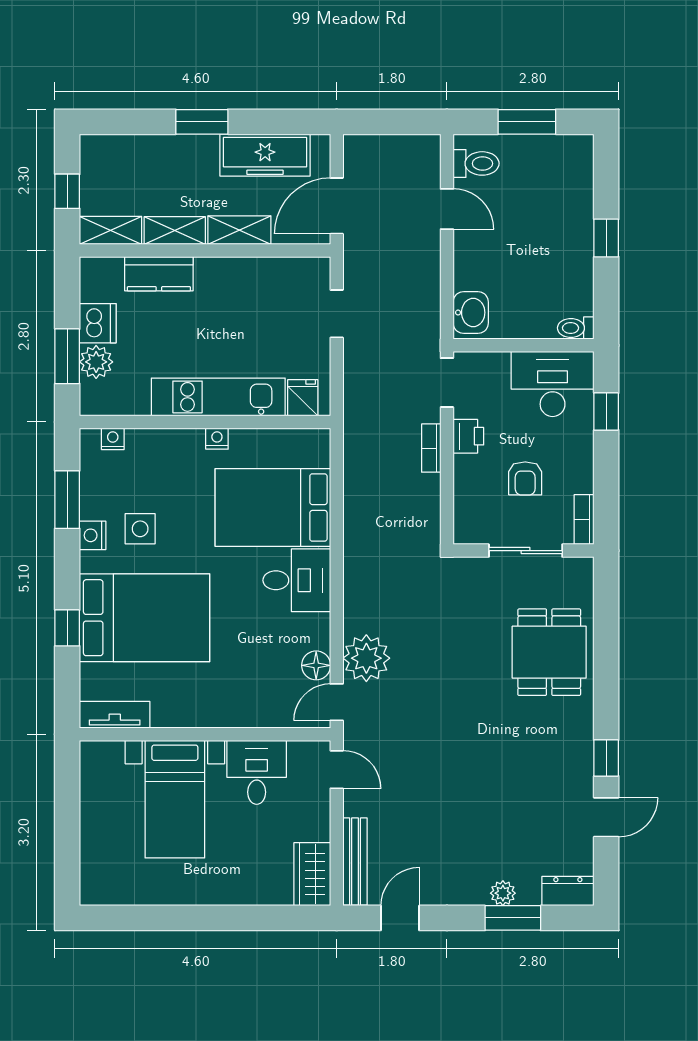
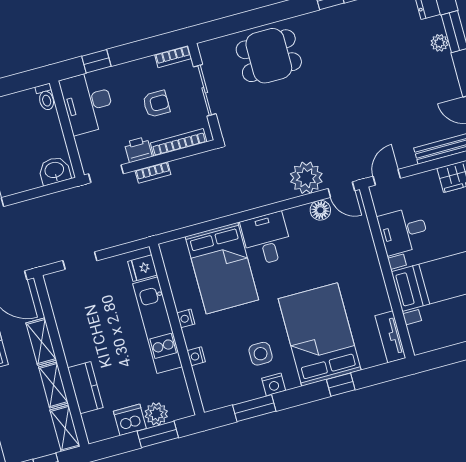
nightstand: (113, 439) -> (196, 356), moved
bookcase: (463, 495) -> (179, 142), added

